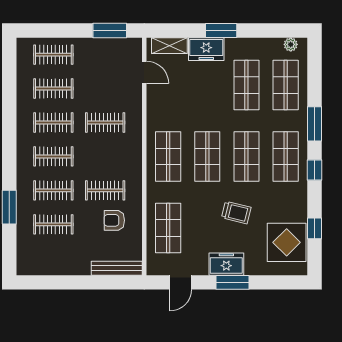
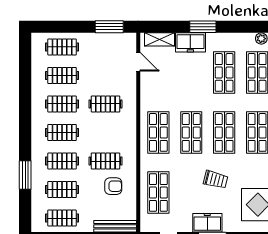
armchair: (114, 220) -> (113, 186), turned 180
clothes rail: (53, 258) -> (62, 218), added

